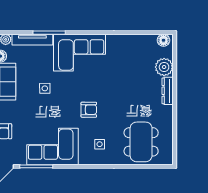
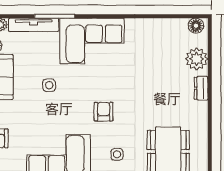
dresser: (168, 91) -> (201, 88), width x0.70
armchair: (89, 110) -> (104, 112), turned -90

